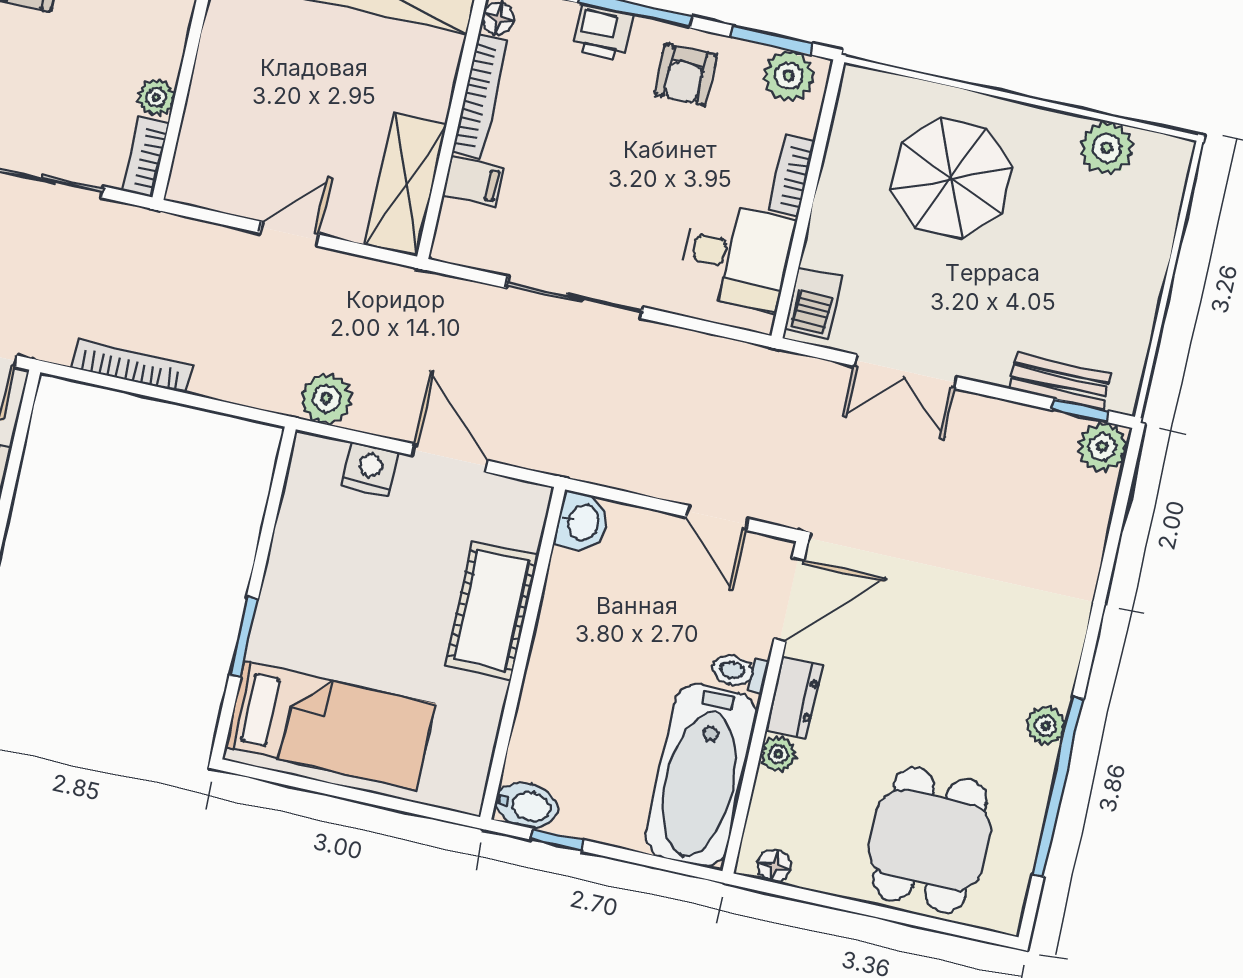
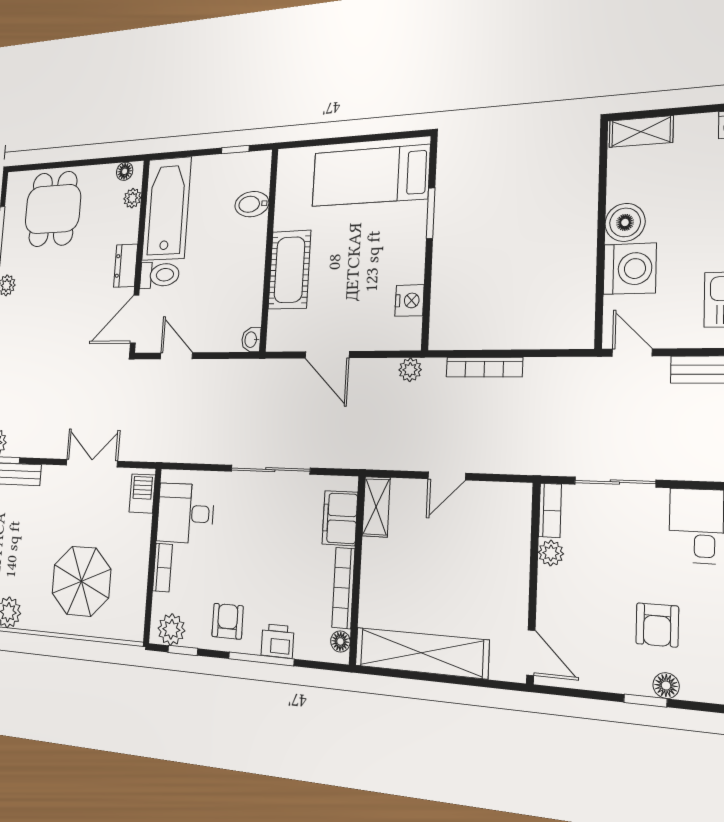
window: (772, 40) -> (183, 650), width x0.67
filing cabinet: (473, 181) -> (340, 518), width x2.00
shelving: (406, 185) -> (376, 507), width x0.67, depth x0.75
bookcase: (132, 366) -> (484, 367), moved
plant: (326, 399) -> (410, 370), width x0.73, depth x0.73
nightstand: (370, 469) -> (409, 300), moved, turned -90
washbasin: (582, 522) -> (251, 340), width x0.72, depth x0.69
toilet: (739, 672) -> (160, 275), width x1.37, depth x1.39
plant: (778, 754) -> (132, 198), moved
bidet: (526, 805) -> (252, 204), moved

